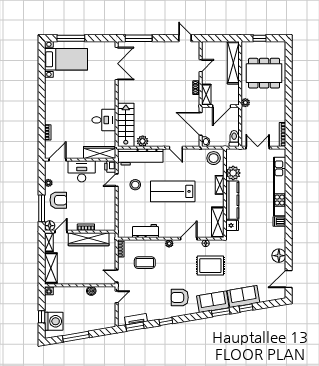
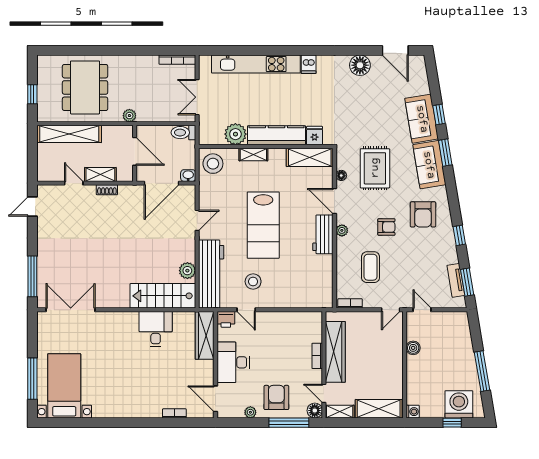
shelving: (206, 95) -> (100, 175), moved
workbench: (145, 231) -> (323, 234), moved
armchair: (171, 273) -> (386, 227), added

